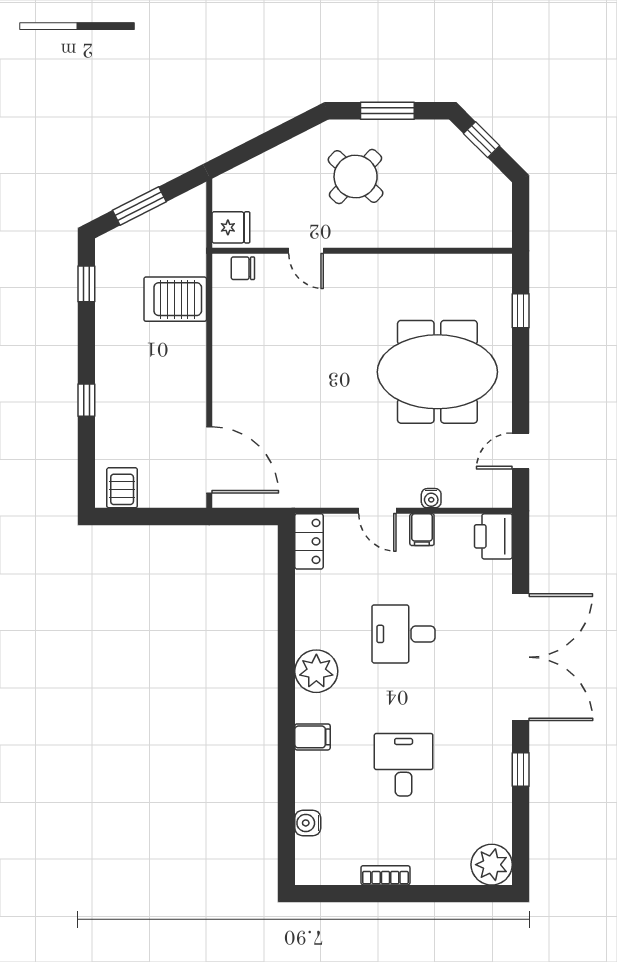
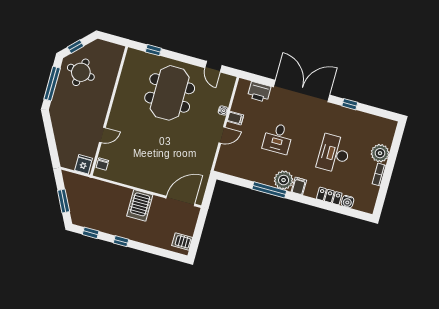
window: (387, 111) -> (52, 84), width x1.44
round table: (356, 177) -> (81, 72), moved, turned -33
server rack: (175, 299) -> (140, 205), moved
window: (86, 400) -> (121, 241), moved
printer: (493, 536) -> (259, 92), moved
locker: (309, 541) -> (329, 196), moved
window: (286, 646) -> (269, 190), added
filing cabinet: (312, 737) -> (299, 186), moved
desk: (404, 765) -> (334, 154), width x1.37
plant: (492, 865) -> (380, 153), moved

